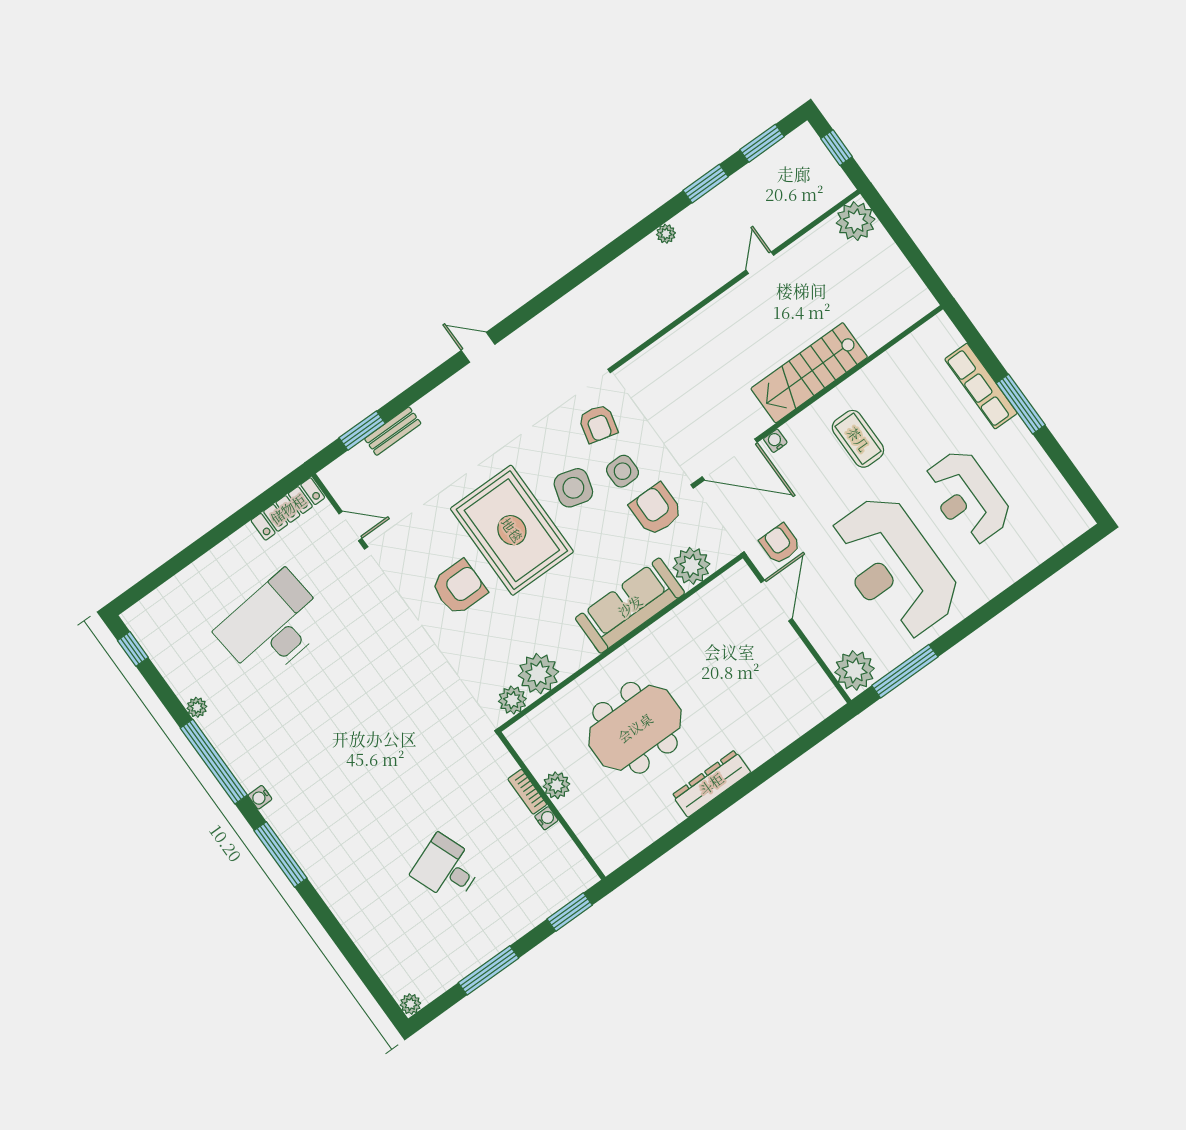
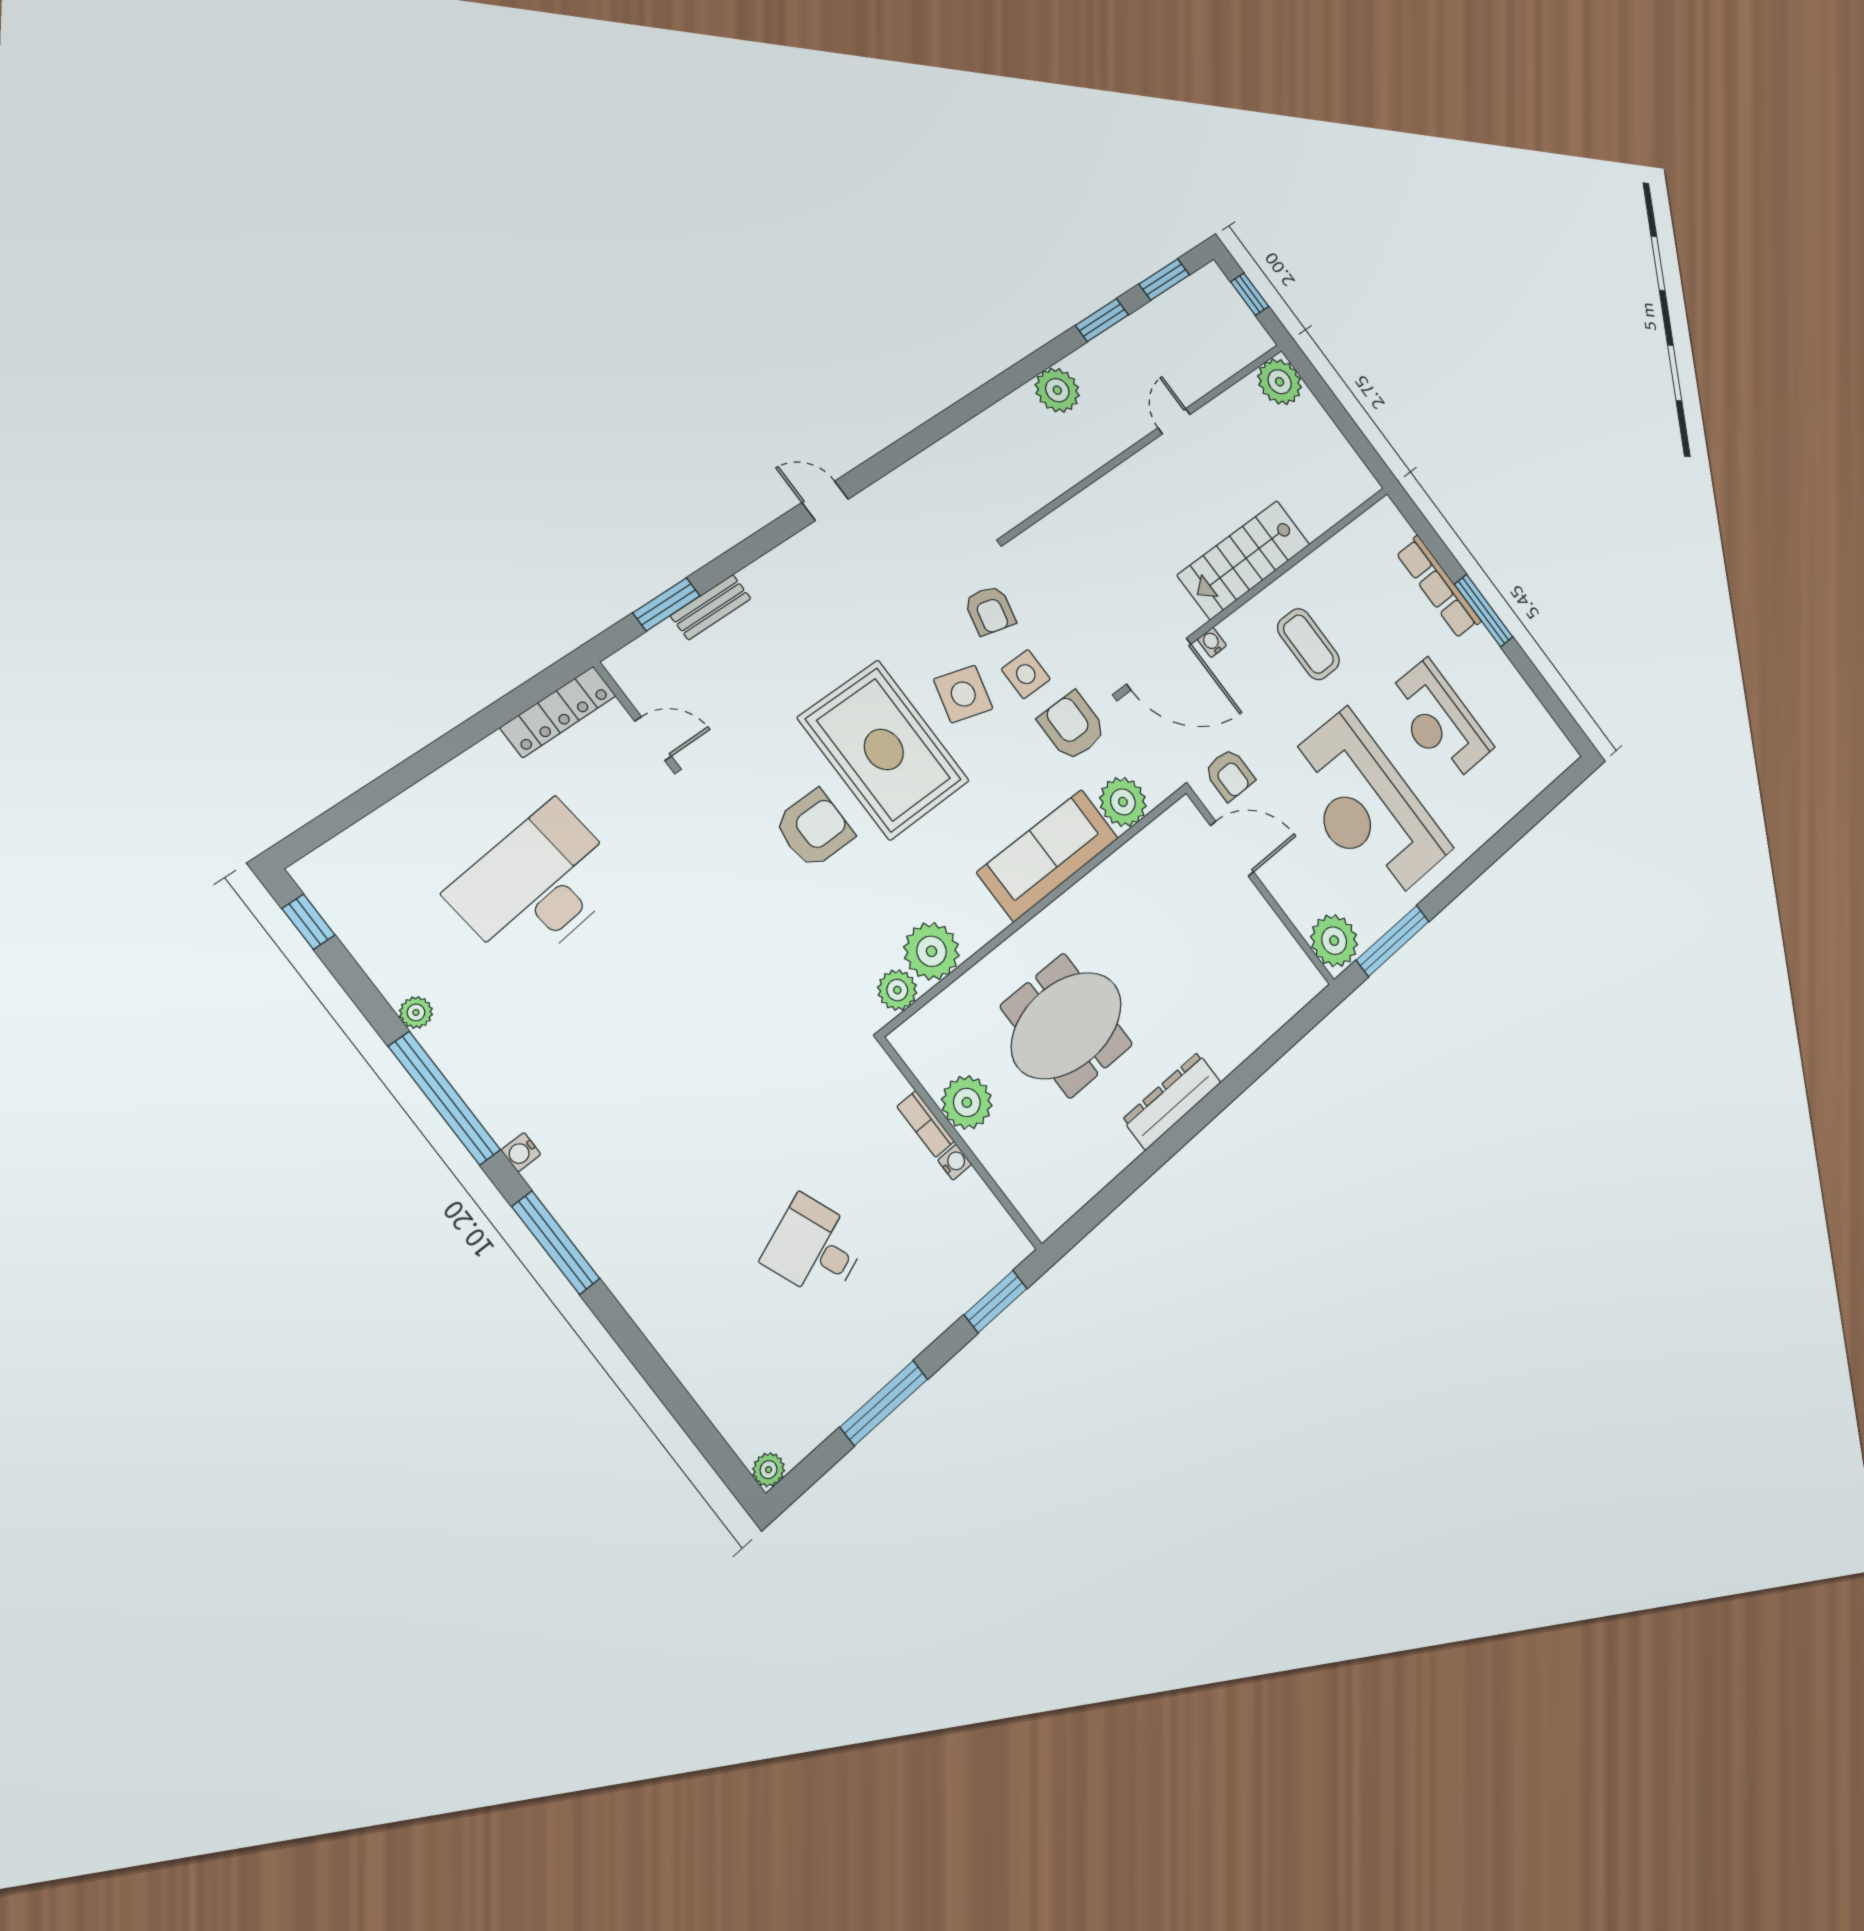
plant: (666, 234) -> (1057, 390), width x1.88, depth x1.88
armchair: (780, 544) -> (1230, 775), turned 180
door: (777, 601) -> (1232, 849), hinge flipped
plant: (557, 785) -> (967, 1102), width x1.36, depth x1.36

